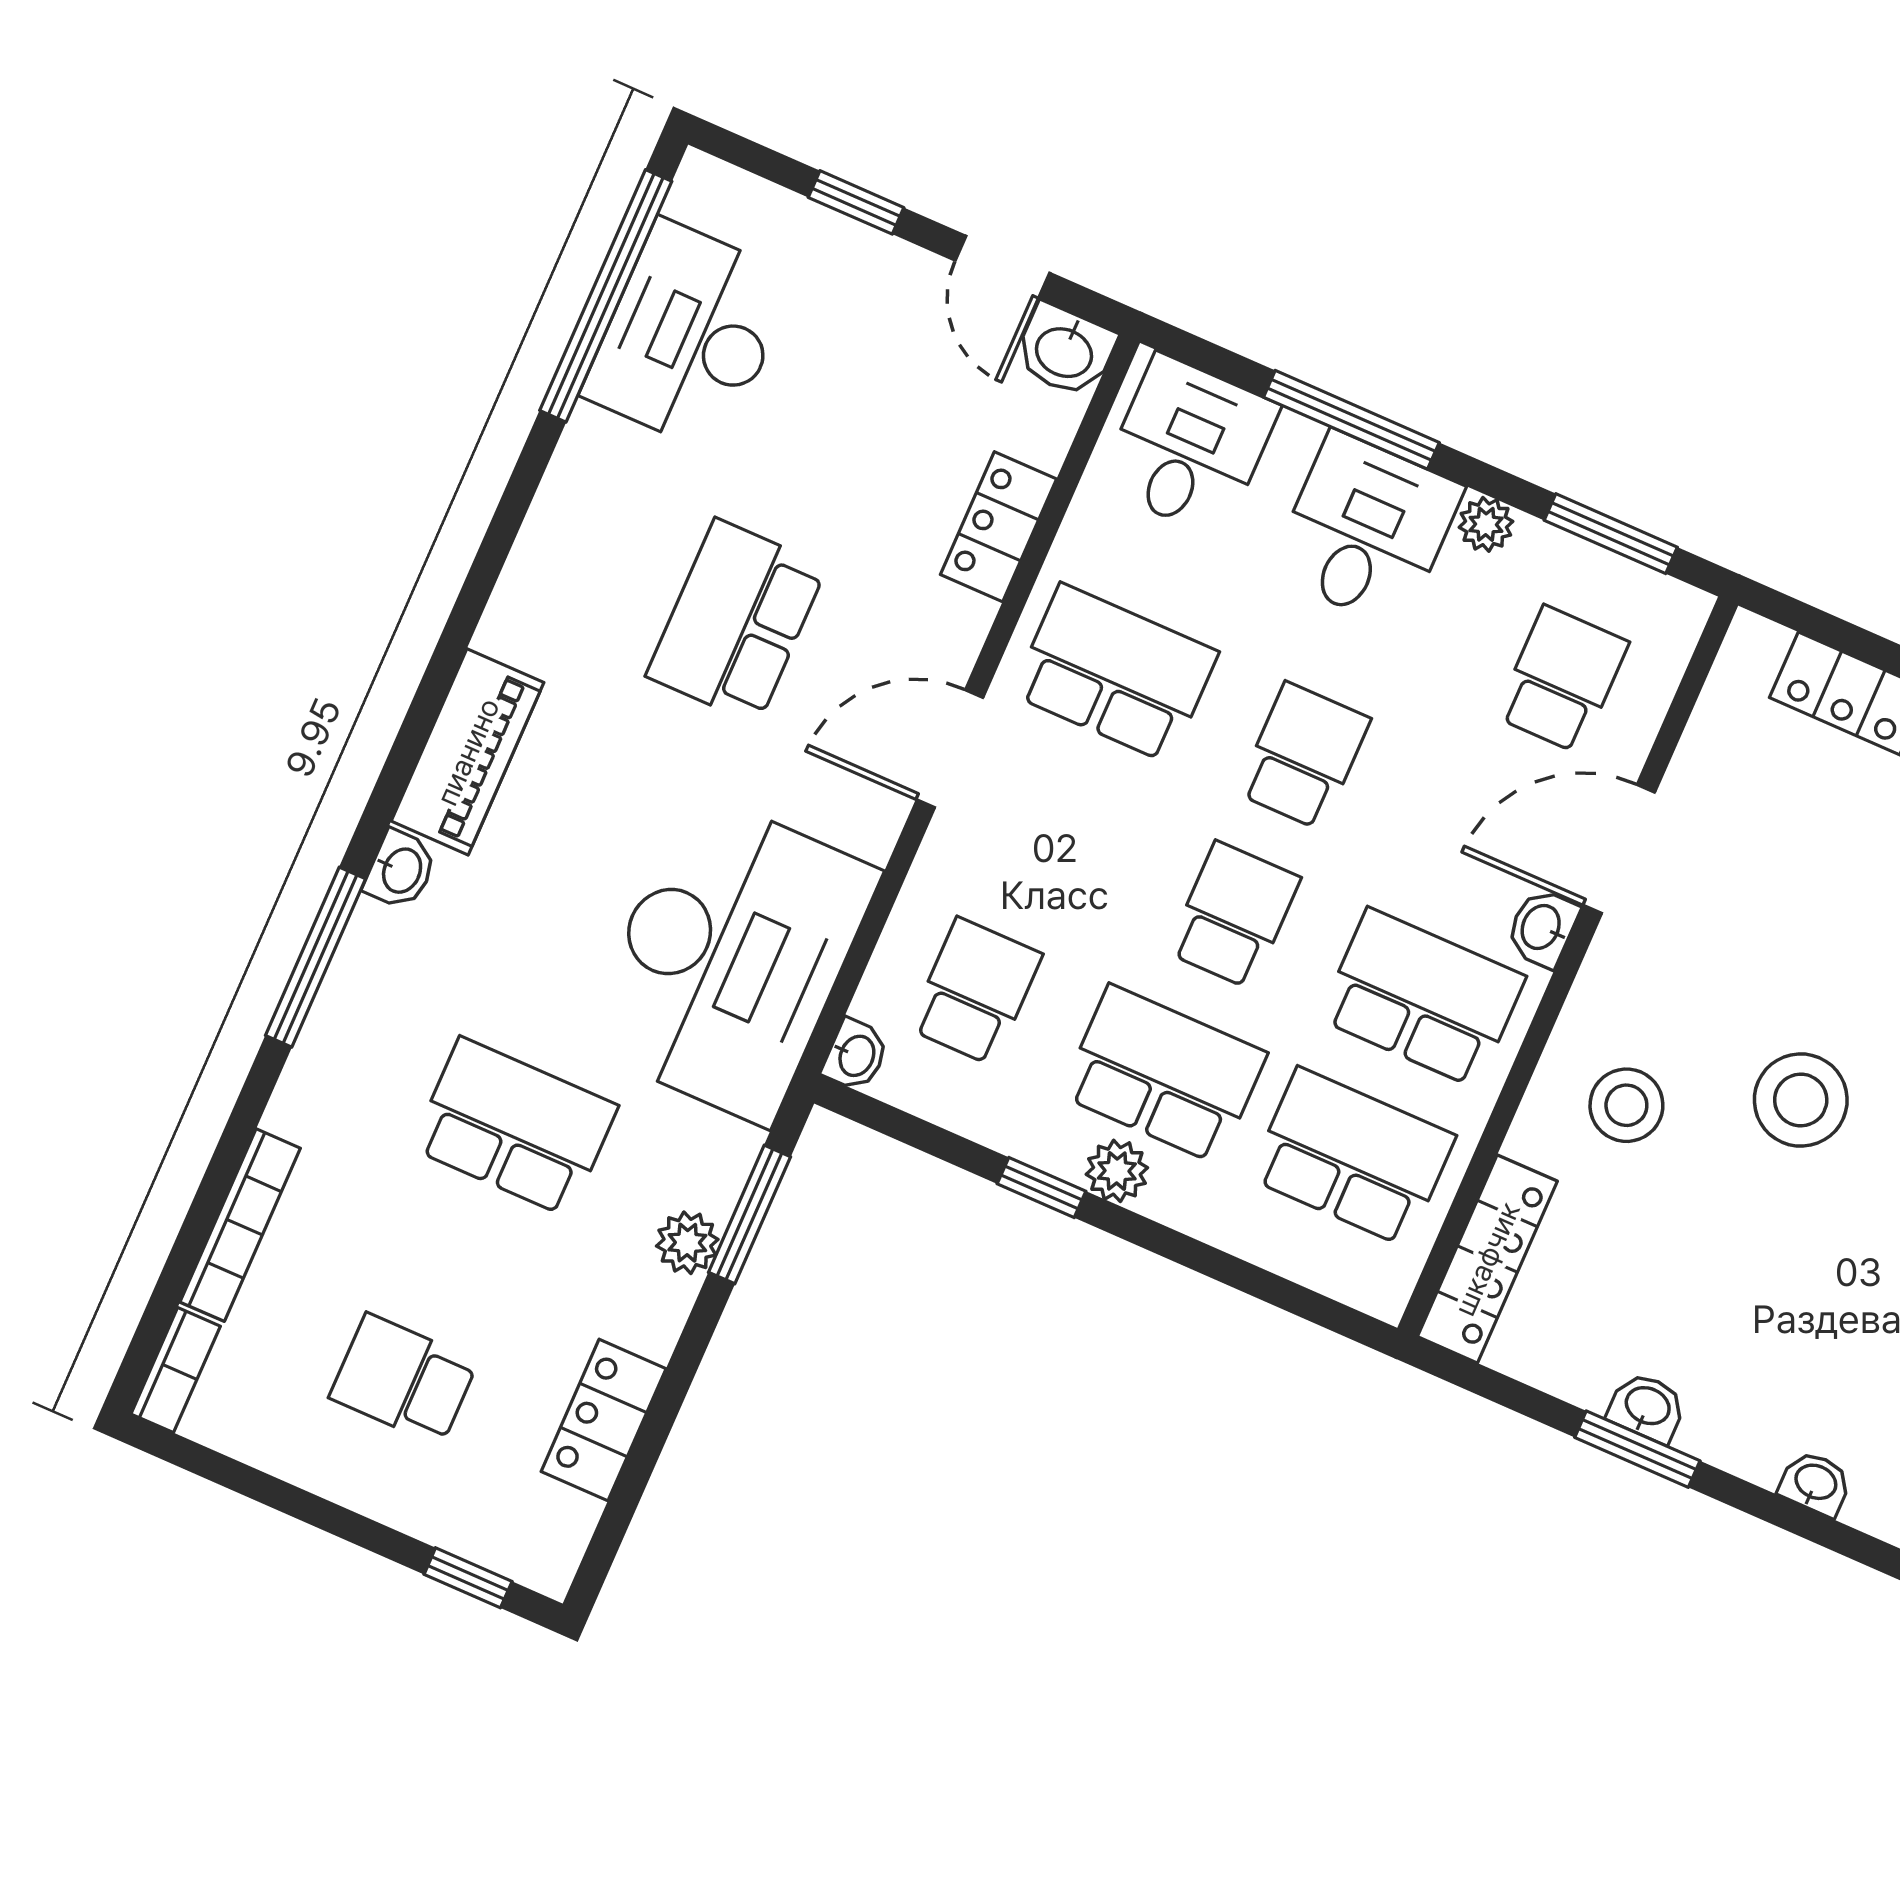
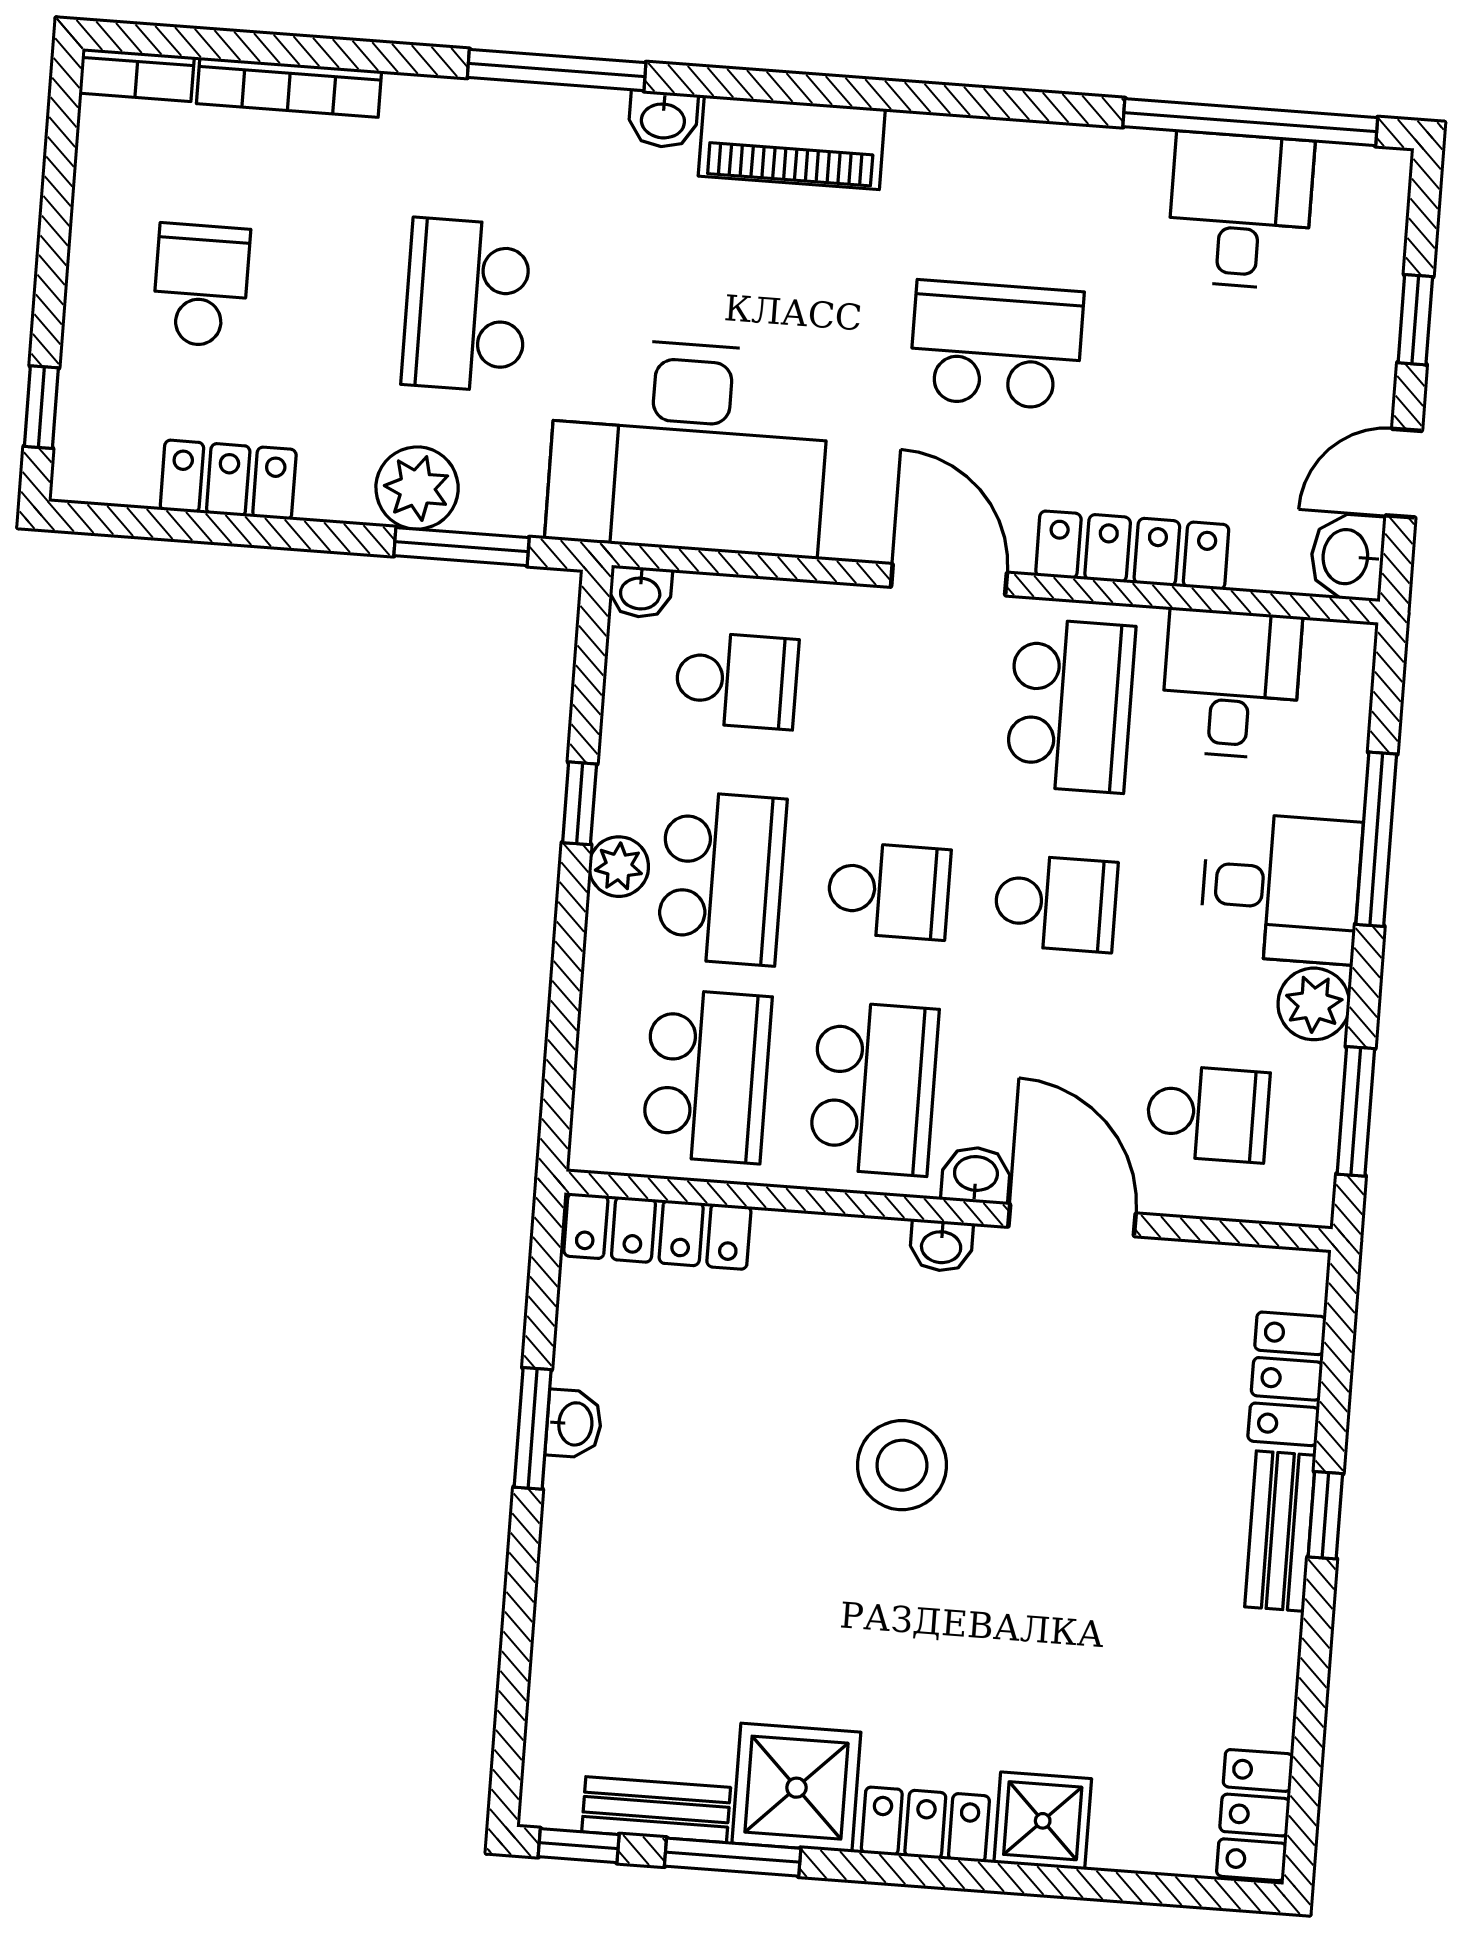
desk: (689, 336) -> (1240, 211), width x0.73
desk: (1189, 446) -> (1231, 684), moved, turned -90
plant: (1486, 524) -> (1314, 1004), width x1.38, depth x1.38
locker: (998, 527) -> (1132, 550), width x1.53
stool: (1626, 1105) -> (841, 1308), removed
school desk: (514, 1127) -> (466, 305), turned 180
plant: (687, 1243) -> (417, 488), width x1.38, depth x1.38
washbasin: (1815, 1483) -> (941, 1246), moved, turned 90

